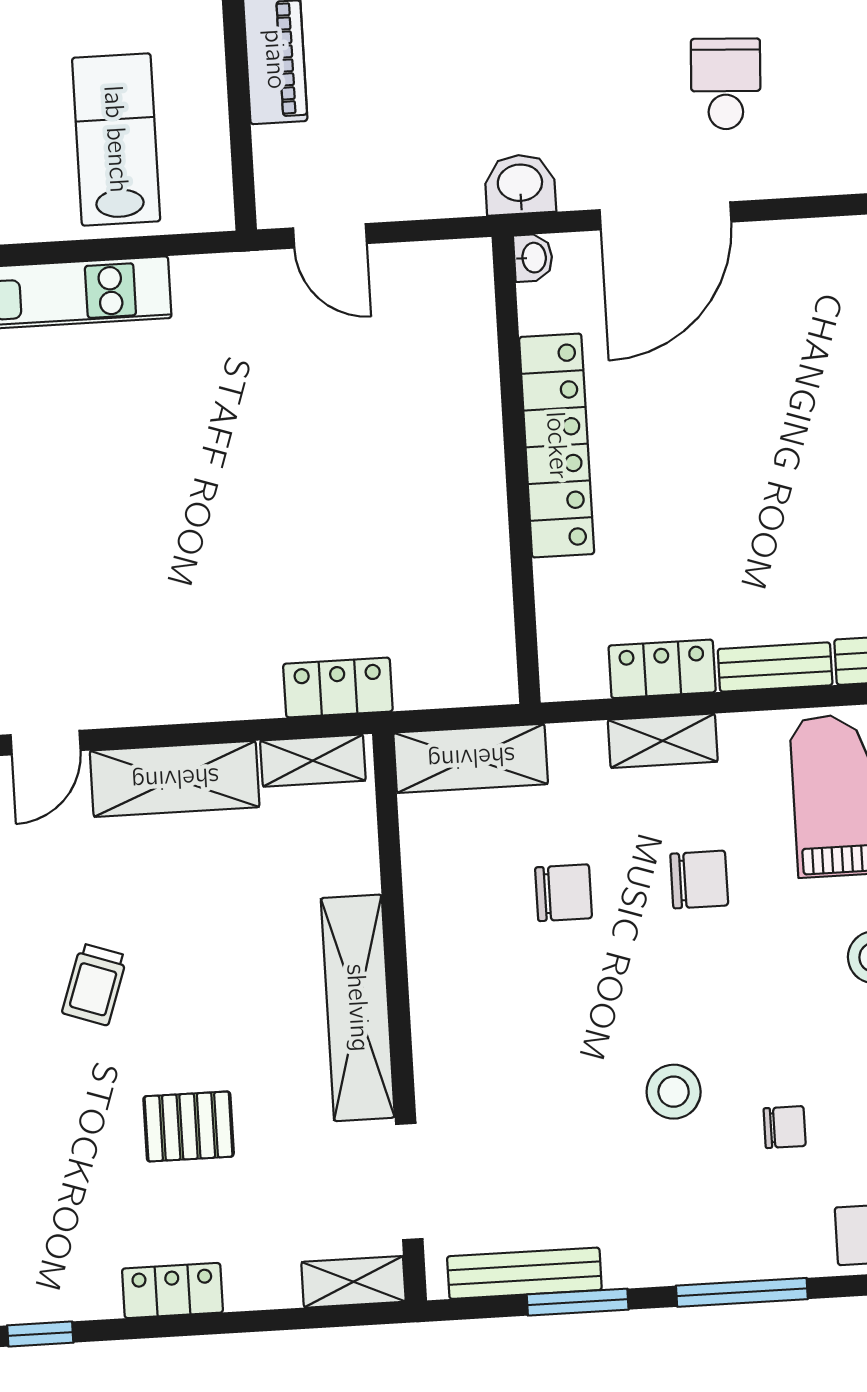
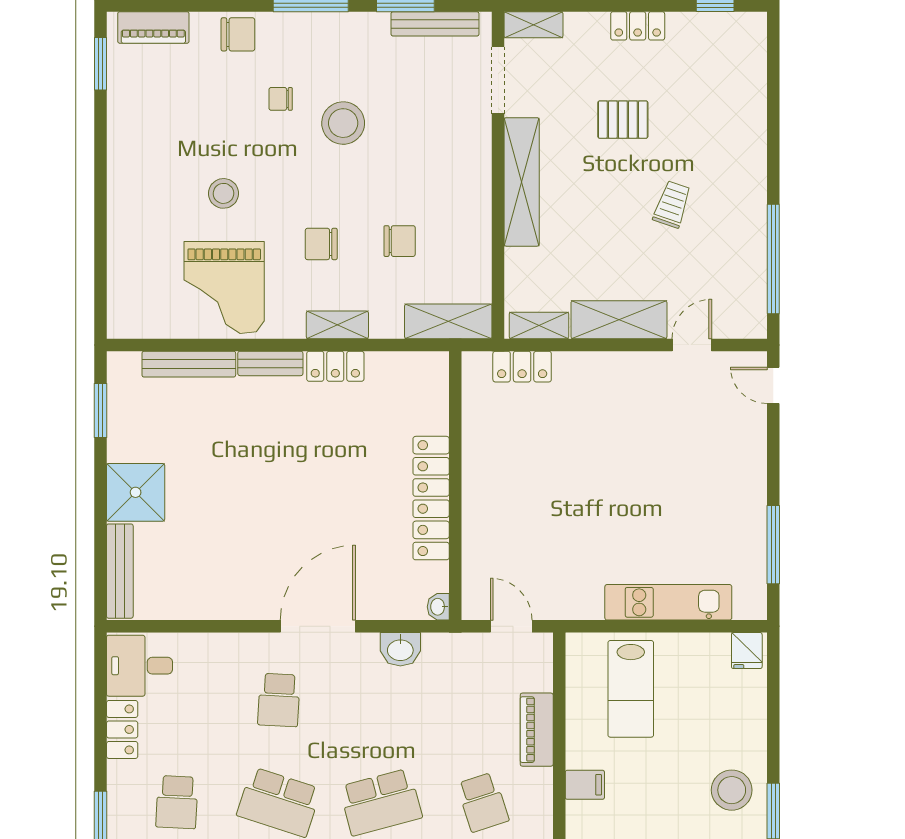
washbasin: (533, 258) -> (438, 607), moved
locker: (557, 445) -> (431, 498), moved
wall: (516, 470) -> (455, 486), moved
chair: (564, 893) -> (400, 241), turned 180
stool: (674, 1092) -> (343, 123), width x1.38, depth x1.38

